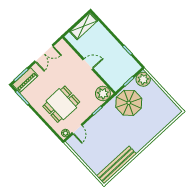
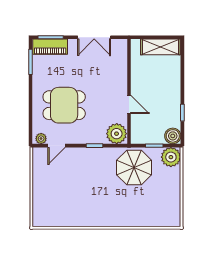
door: (88, 64) -> (129, 104), moved
boiler: (134, 67) -> (173, 136), added
bench: (117, 165) -> (63, 219), removed

